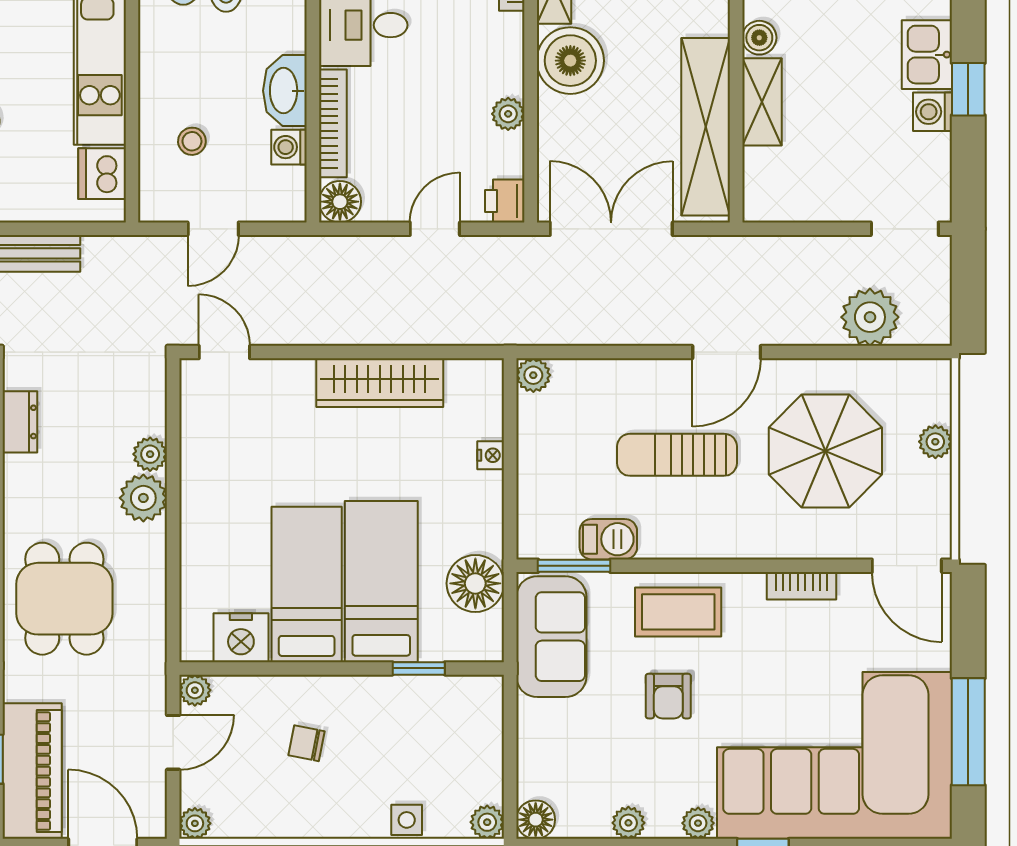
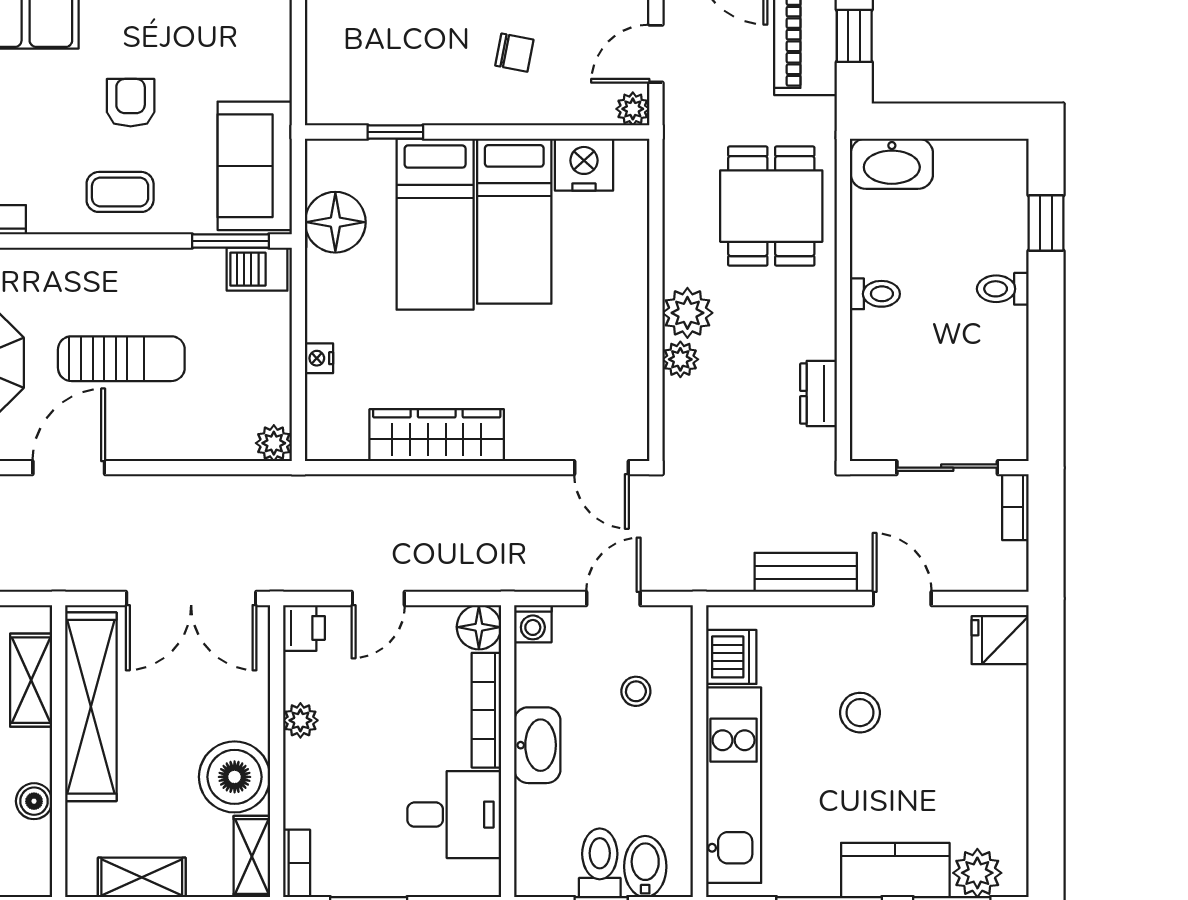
shelving: (762, 102) -> (31, 680), moved
washing machine: (289, 147) -> (533, 624), moved, turned 90
barbecue: (608, 539) -> (257, 269), moved
coffee table: (678, 612) -> (120, 192), width x0.73, depth x0.77

